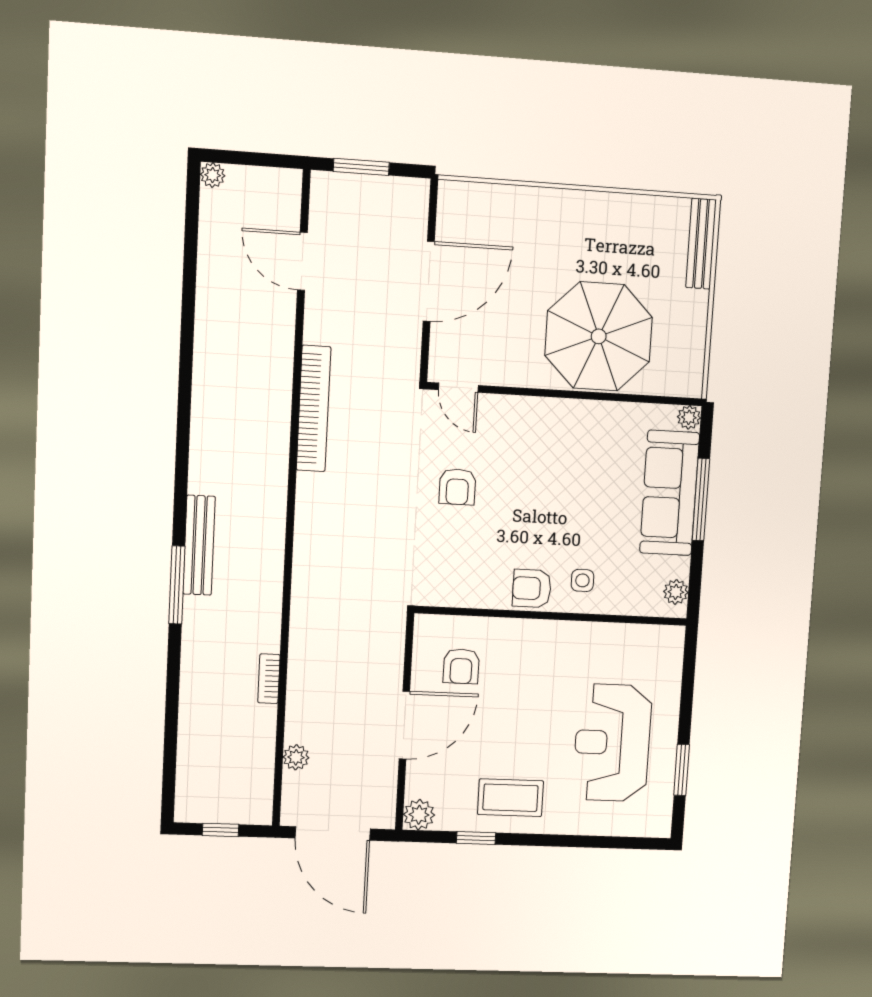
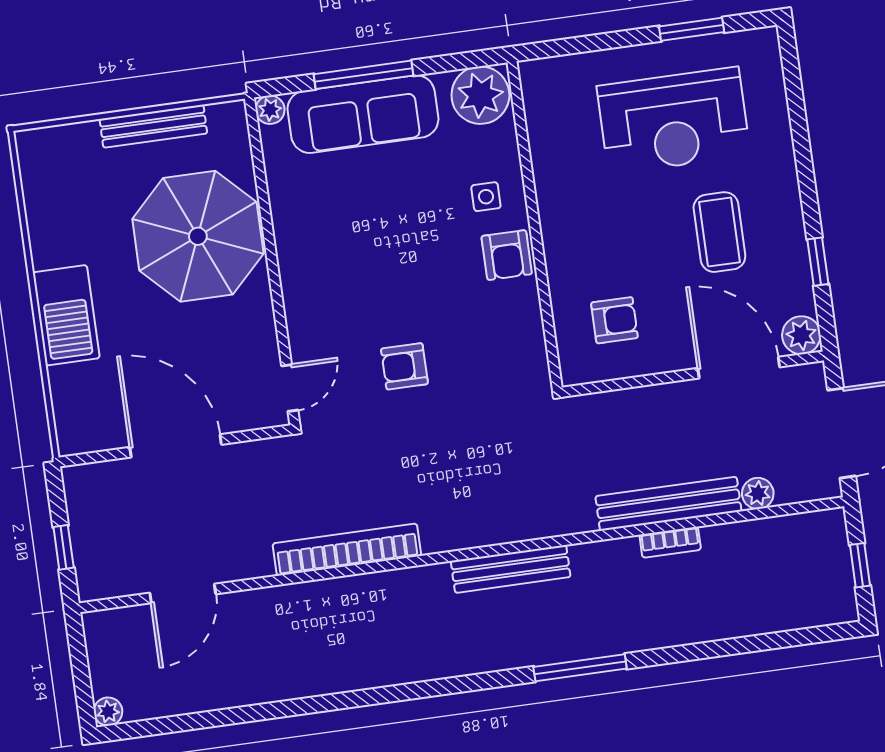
window: (361, 167) -> (64, 547), width x0.67
barbecue: (556, 212) -> (66, 315), added
bench: (701, 244) -> (153, 126), moved
armchair: (457, 487) -> (404, 366), turned 180
bench: (199, 545) -> (511, 569), moved
plant: (676, 592) -> (480, 95), width x1.87, depth x1.87
bench: (301, 683) -> (668, 504), added
door: (404, 725) -> (739, 368), moved
coffee table: (511, 798) -> (719, 232), moved

